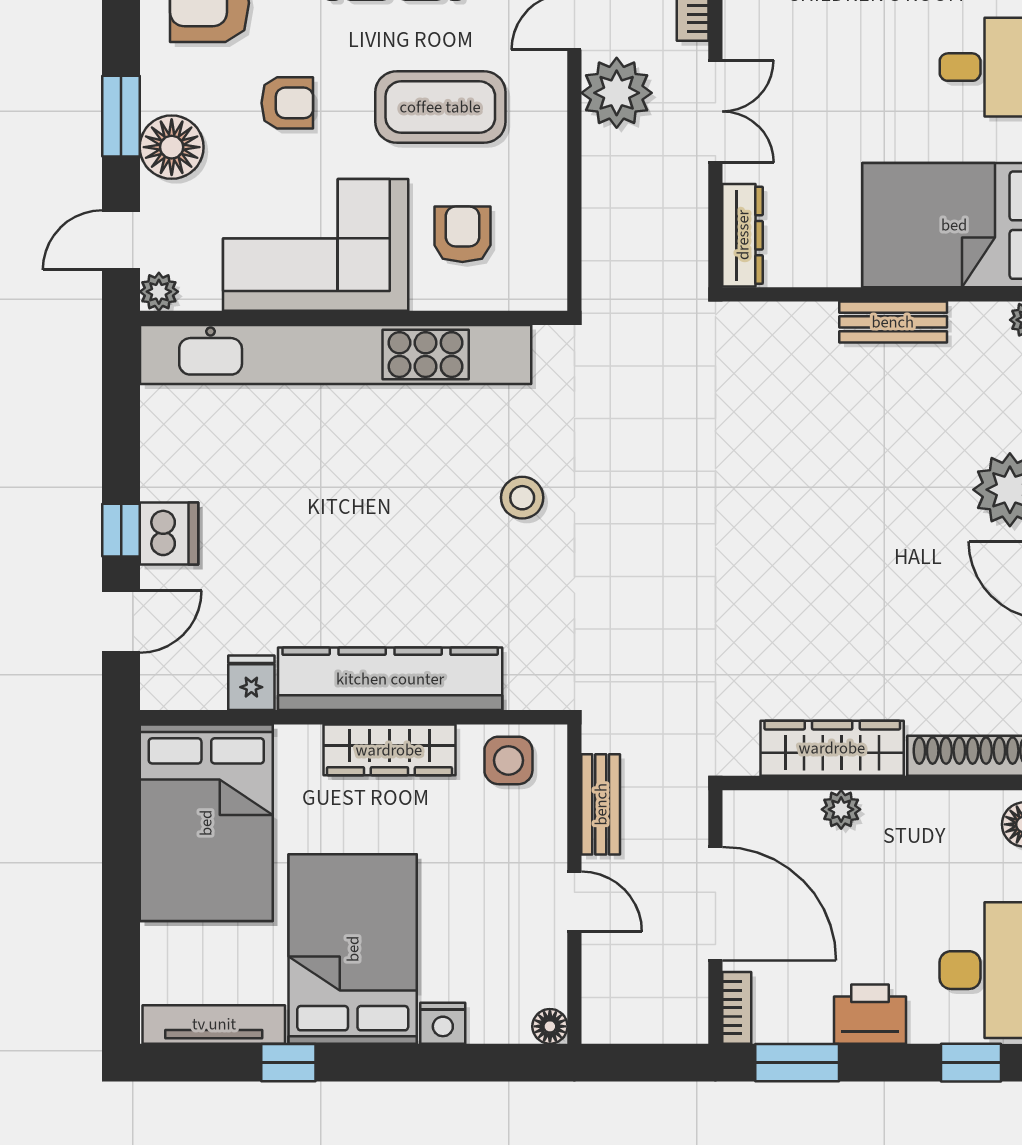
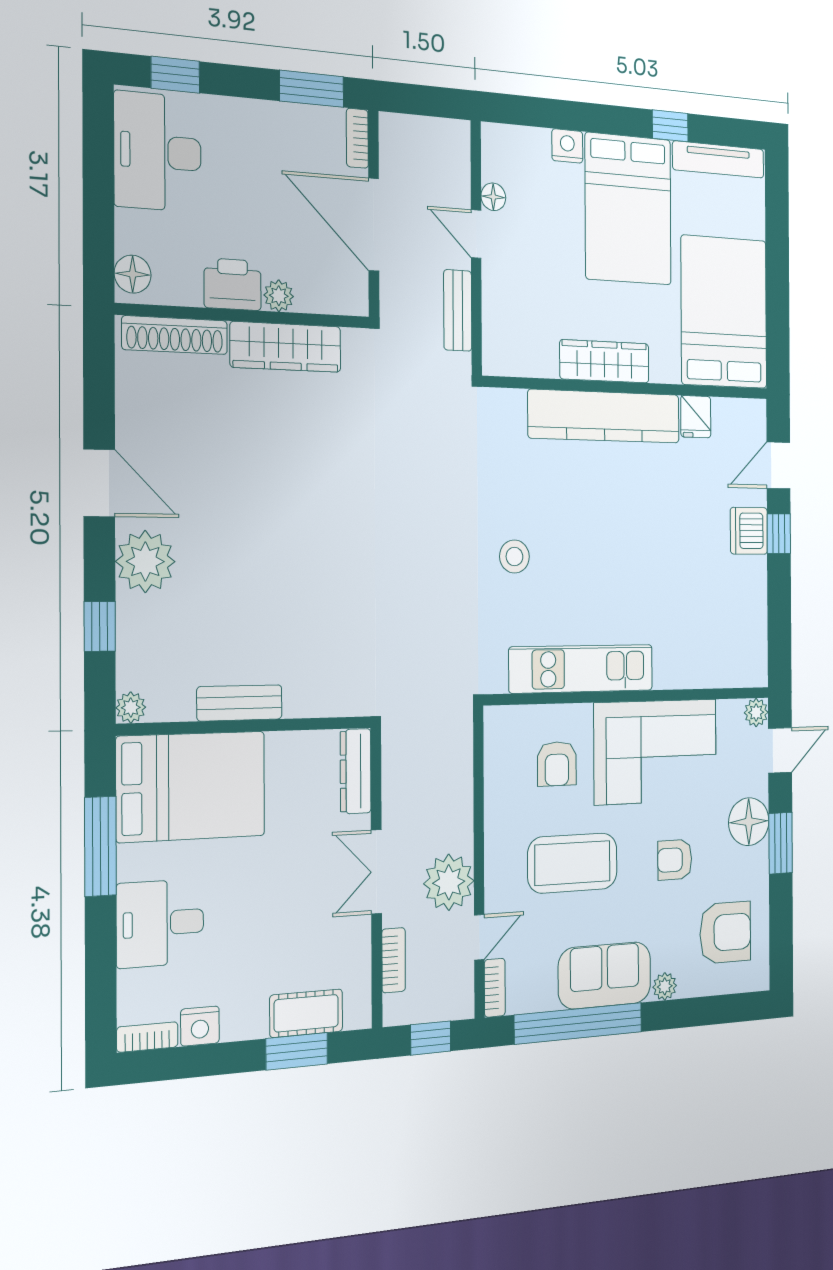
kitchen unit: (336, 355) -> (581, 669), width x0.54
side table: (508, 760) -> (523, 349), removed
printer: (870, 1014) -> (233, 284), moved, turned 180
floor lamp: (550, 1026) -> (493, 197), moved

